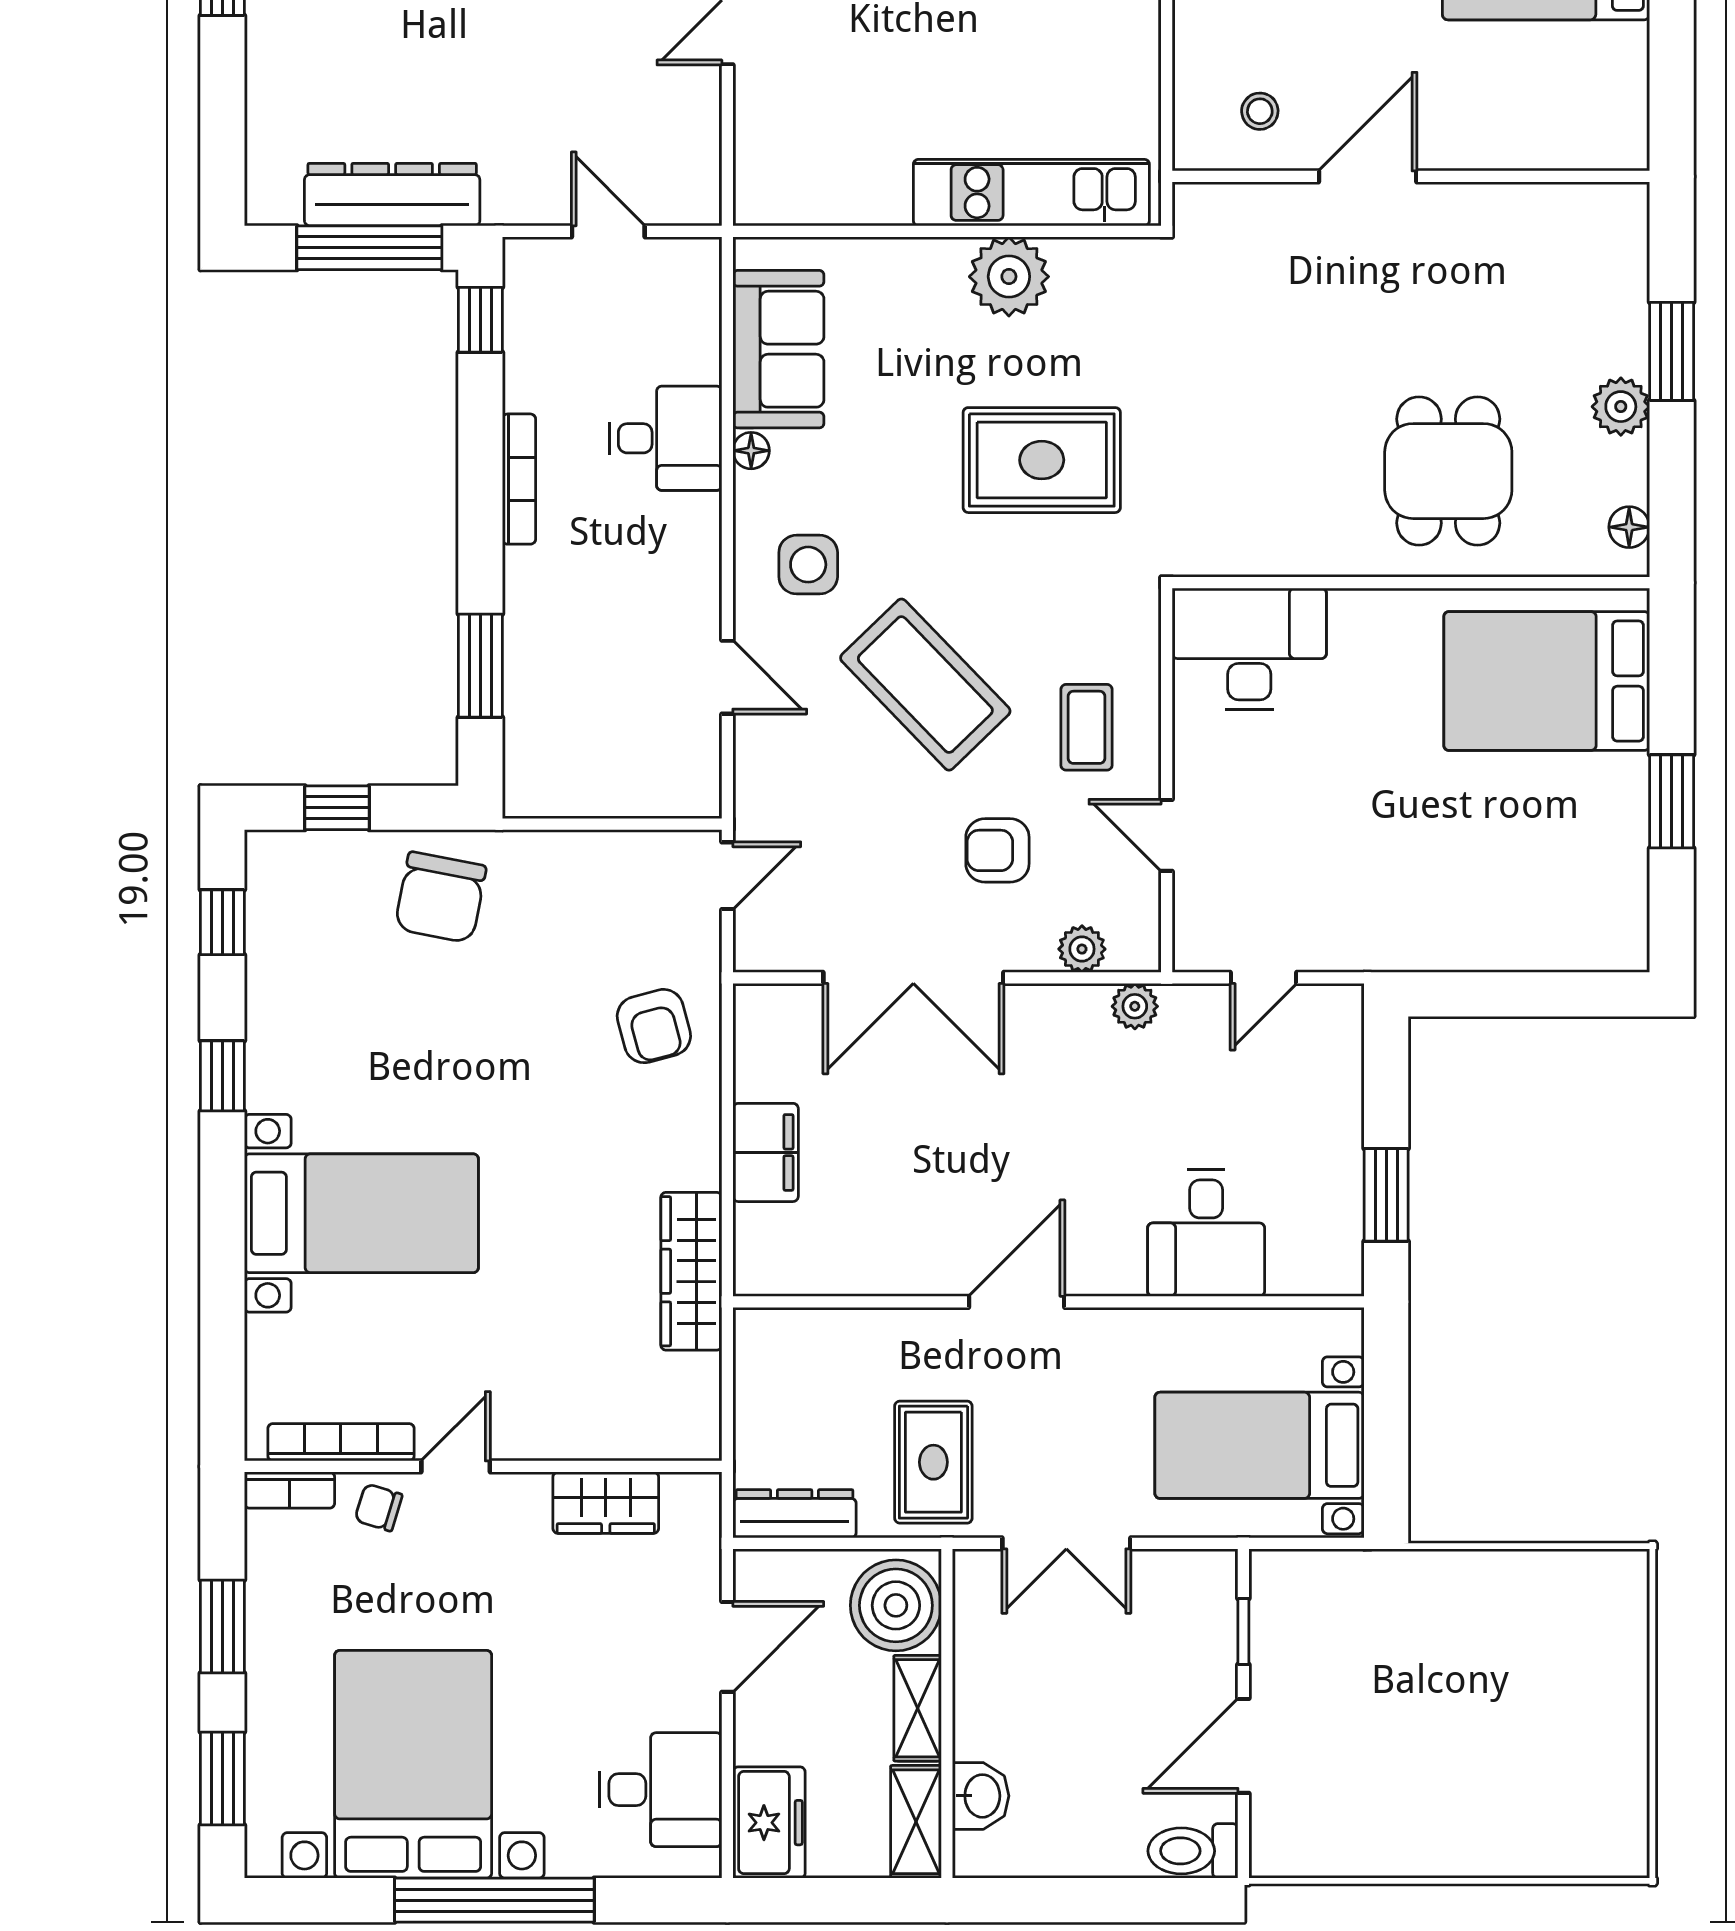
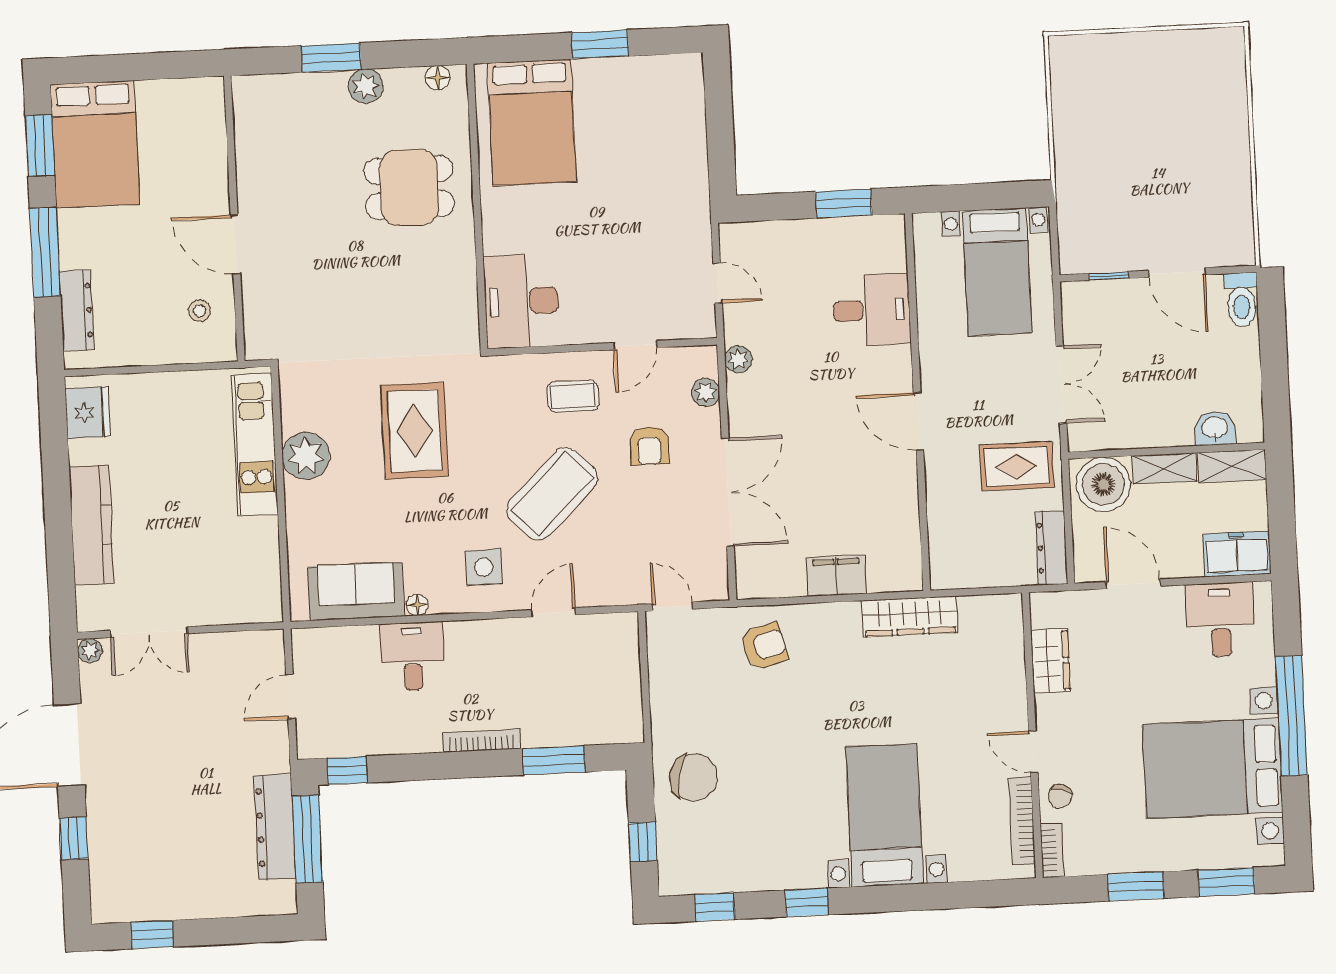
bookcase: (519, 479) -> (482, 741), moved

